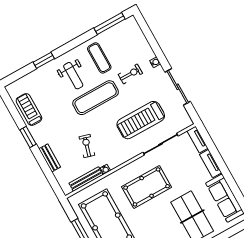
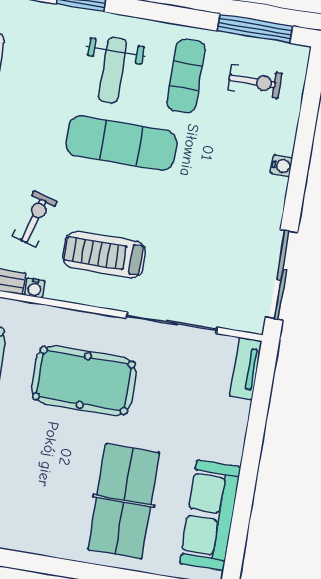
exercise bike: (130, 74) -> (255, 82), moved
sliding door: (178, 87) -> (282, 275), moved
treadmill: (141, 120) -> (104, 255), moved, width x0.73, depth x0.73
tv unit: (211, 164) -> (235, 431), removed

